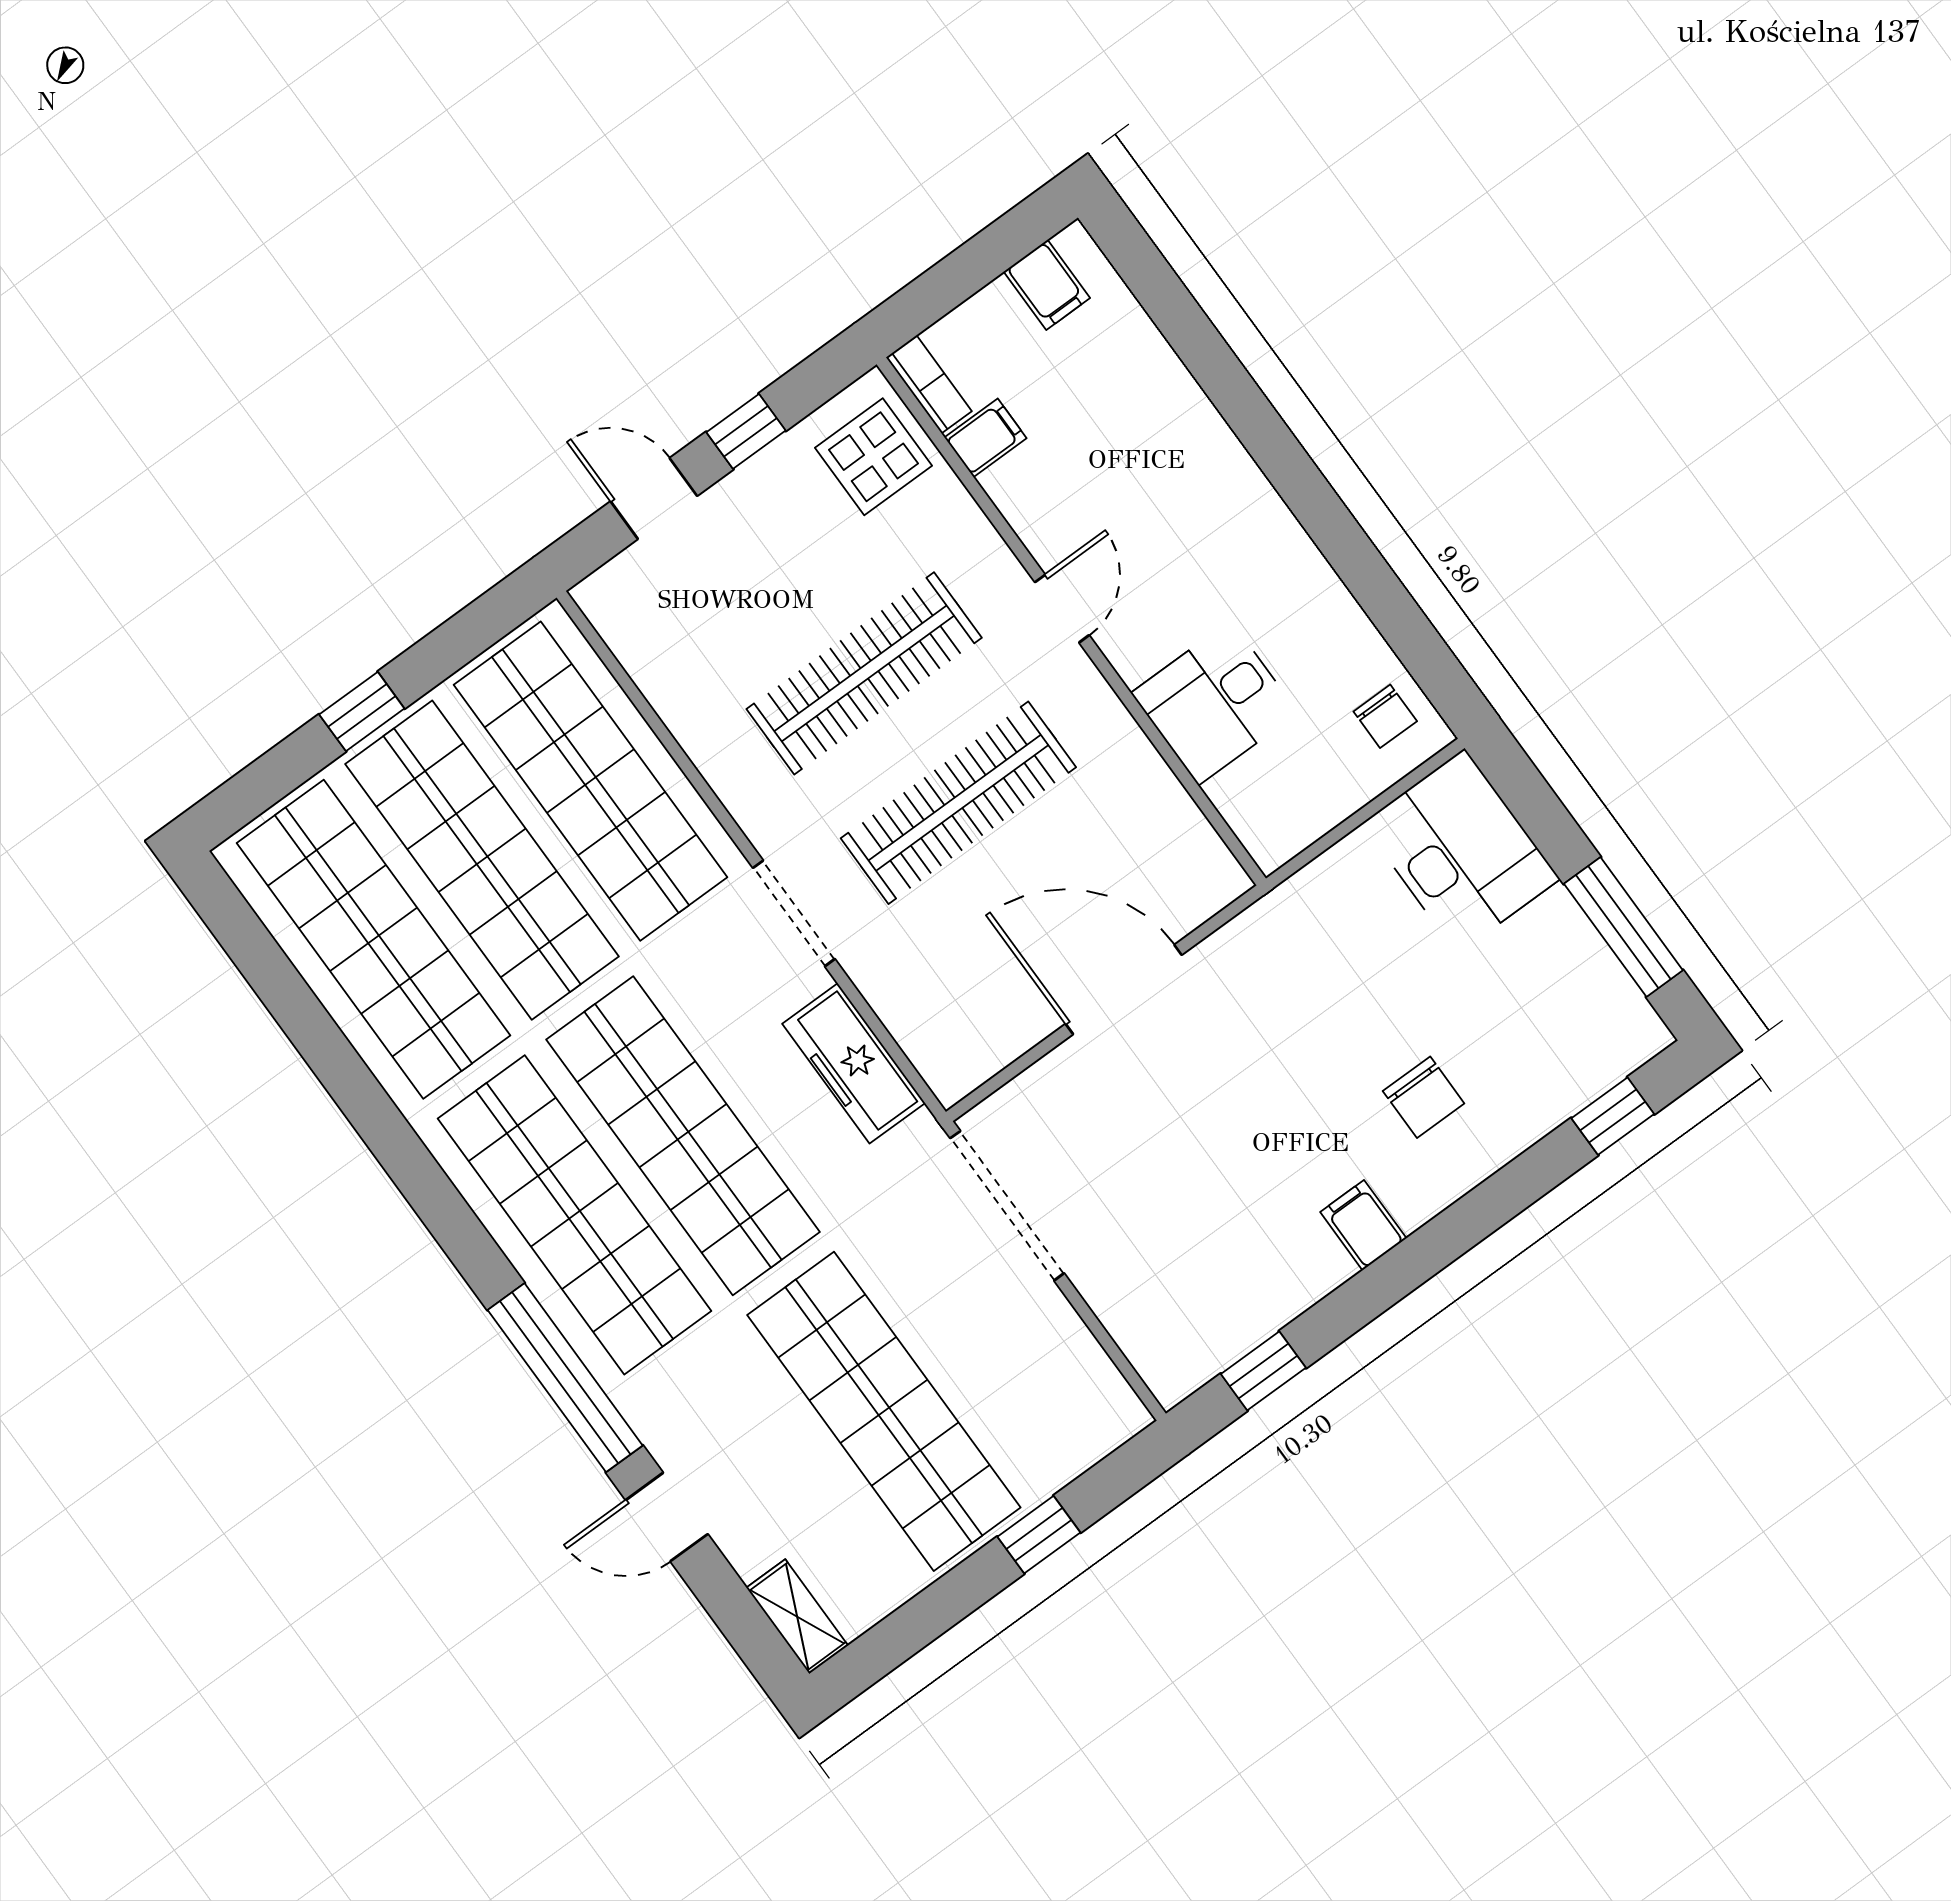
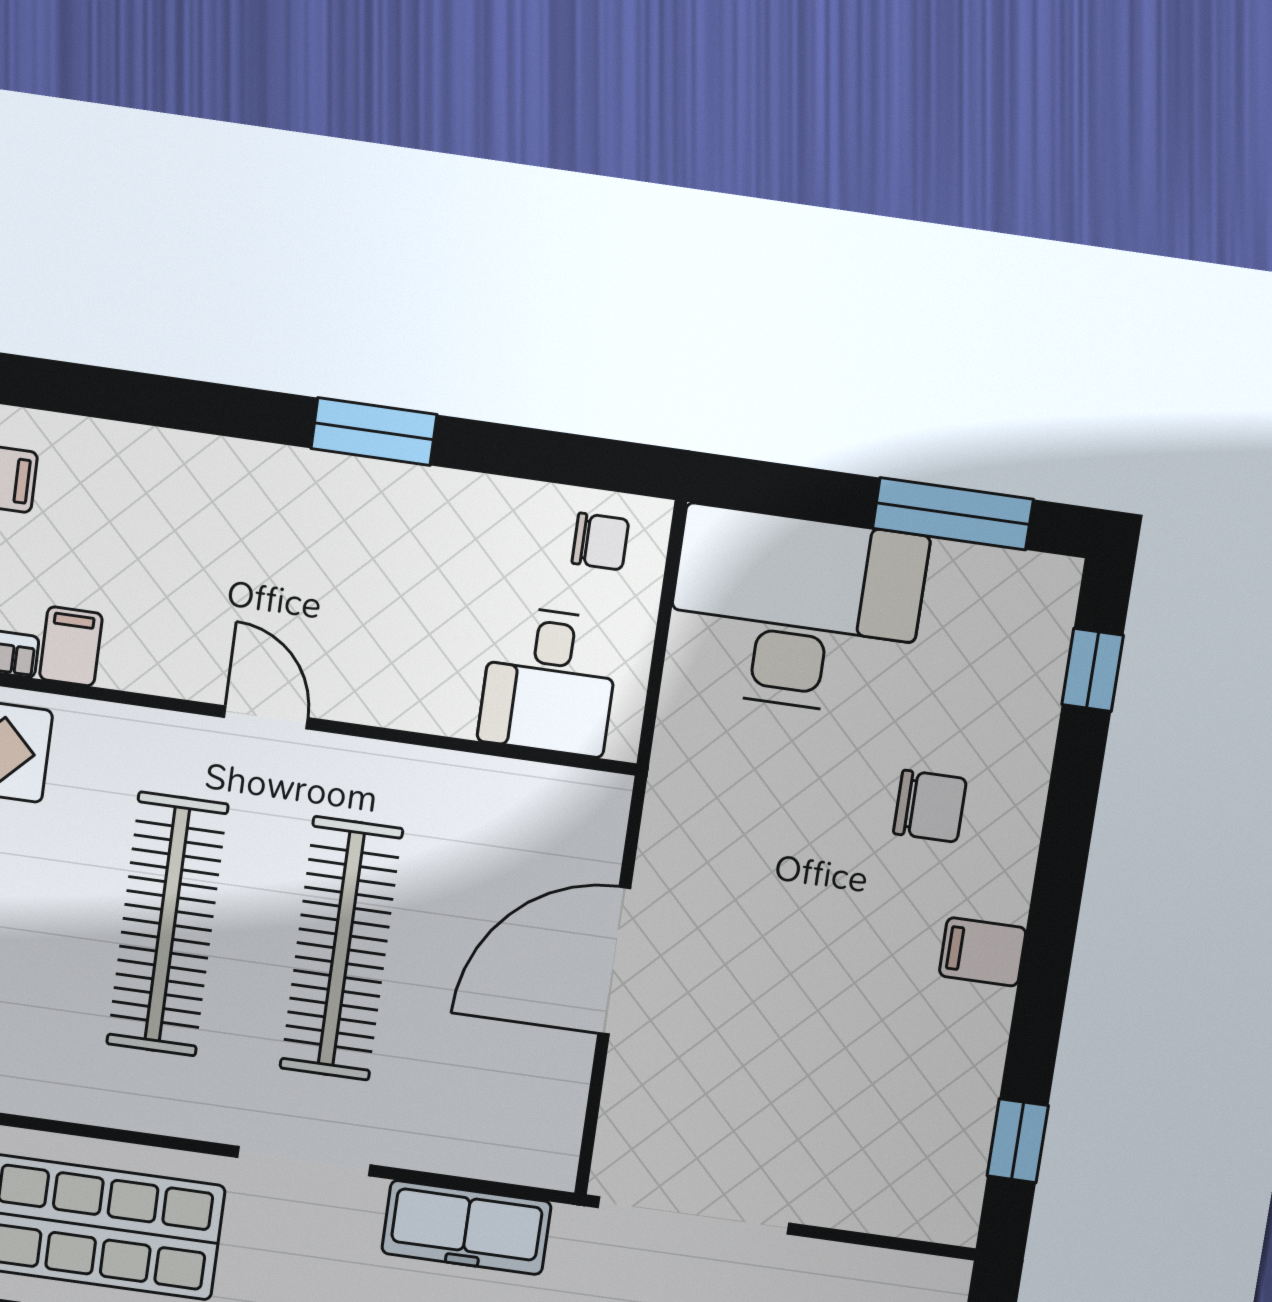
window: (1314, 502) -> (374, 431), added
desk: (1215, 703) -> (549, 681), moved
desk: (1461, 851) -> (795, 612), width x1.36, depth x1.30

